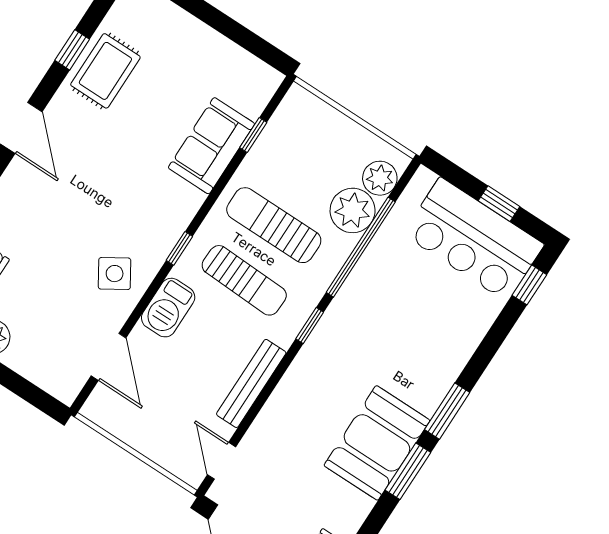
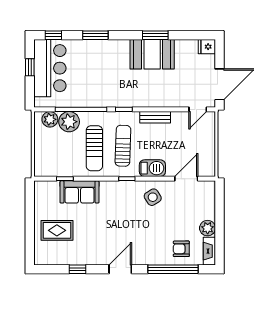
rug: (105, 71) -> (57, 230), moved
bench: (251, 383) -> (155, 117), width x0.73
window: (447, 411) -> (95, 35), moved

